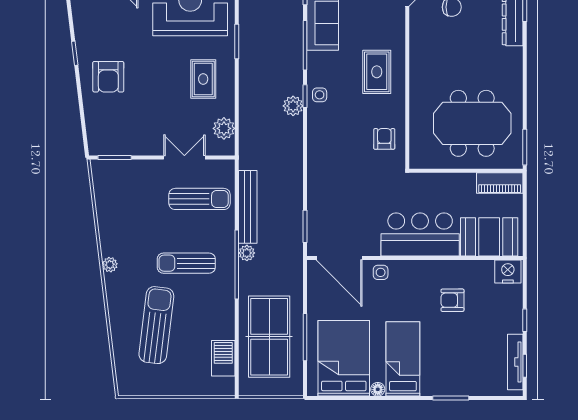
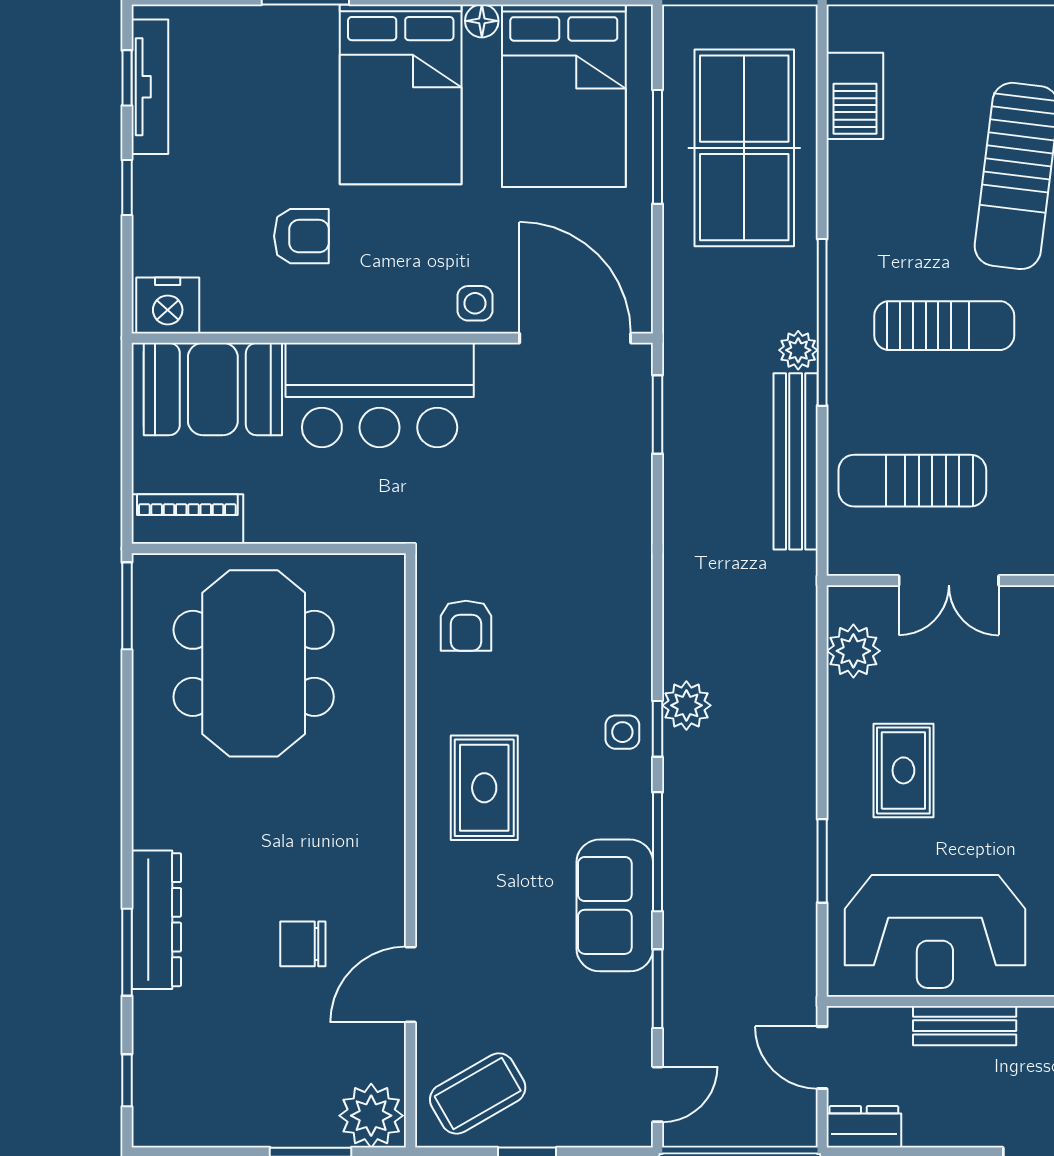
meeting table: (472, 123) -> (254, 663), turned 90
bed: (403, 359) -> (401, 94), width x1.50

